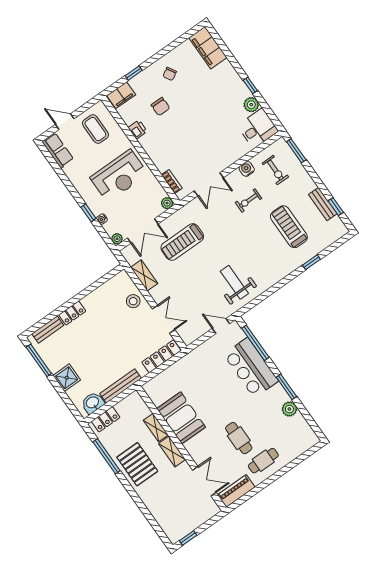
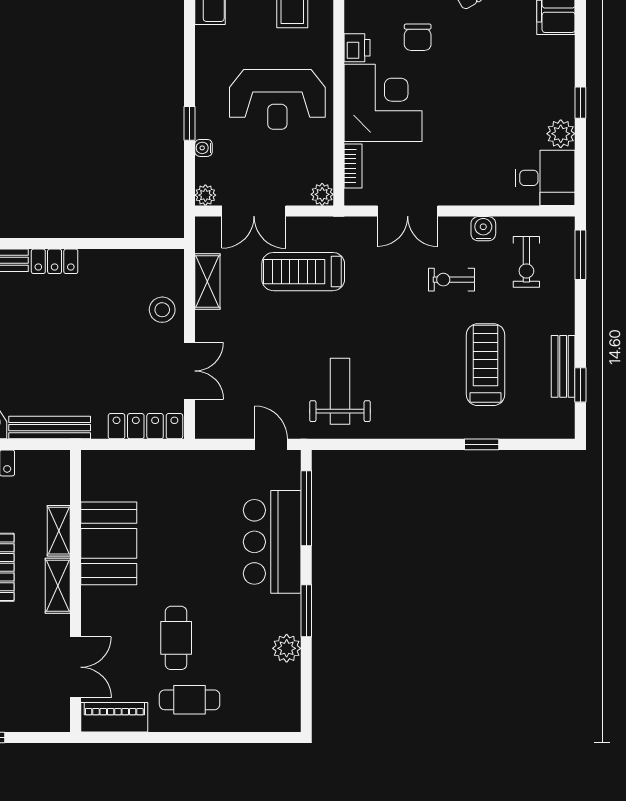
corner desk: (165, 145) -> (383, 103), added

